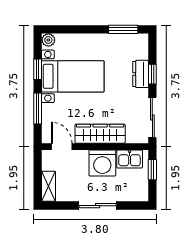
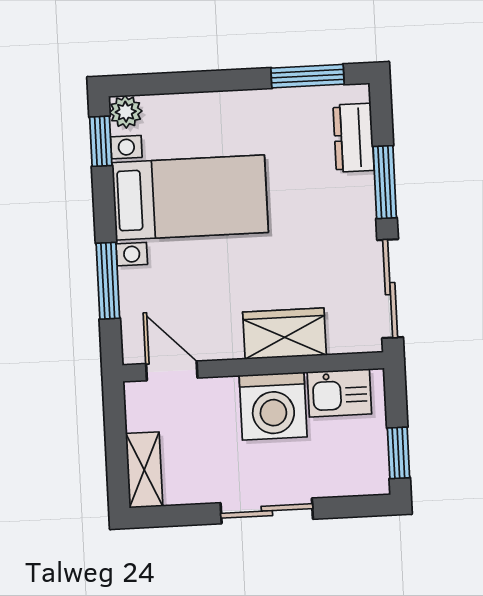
window: (38, 69) -> (101, 141), moved
dresser: (141, 74) -> (354, 138), moved
window: (152, 74) -> (385, 182), width x1.50
wardrobe: (100, 134) -> (284, 334), width x0.67
window: (152, 170) -> (398, 453), moved

